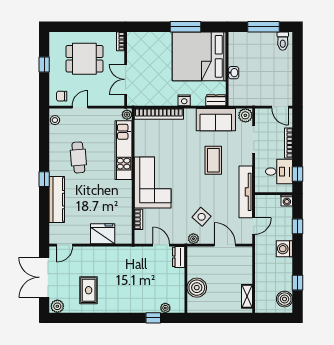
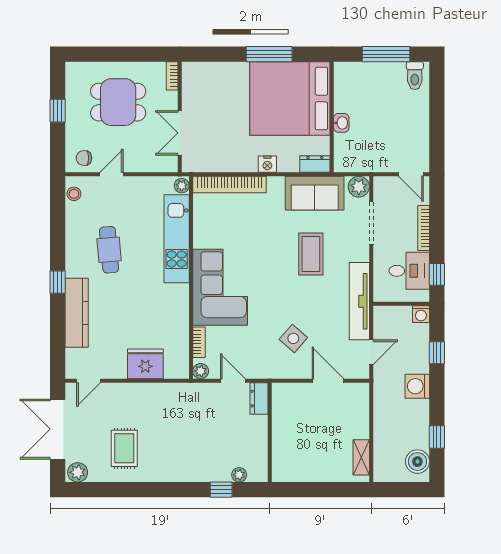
plant: (193, 239) -> (201, 371), moved
boiler: (197, 288) -> (286, 444), removed

